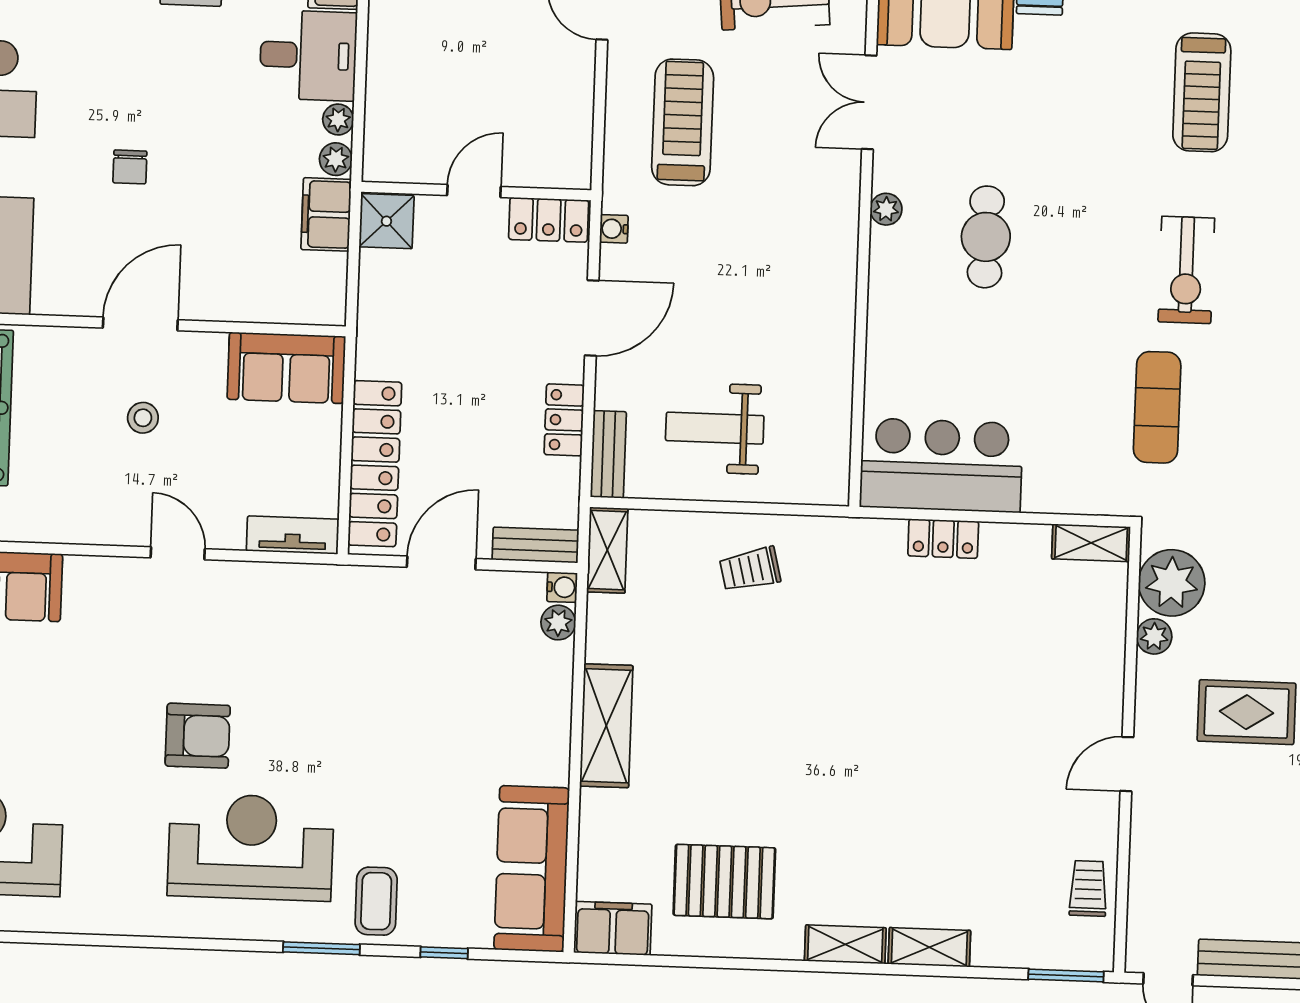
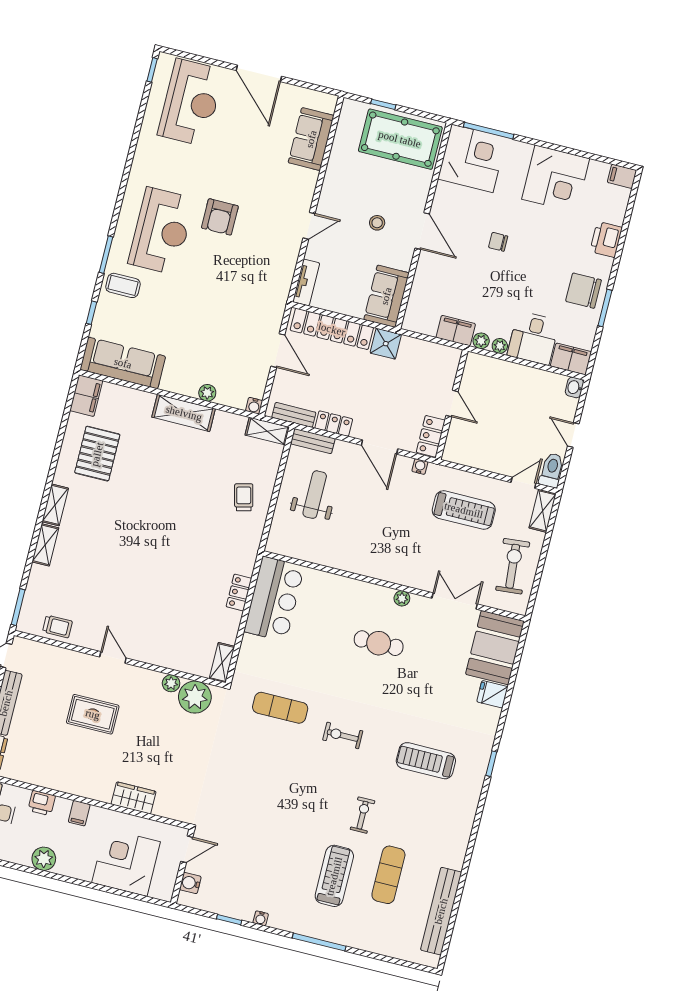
shower: (386, 221) -> (386, 344), moved
exercise bike: (1186, 270) -> (343, 735), width x0.73, depth x0.72
bench: (535, 545) -> (294, 415), moved, turned 90
plant: (558, 623) -> (207, 393), moved
rug: (1247, 712) -> (93, 714), moved, turned 90

